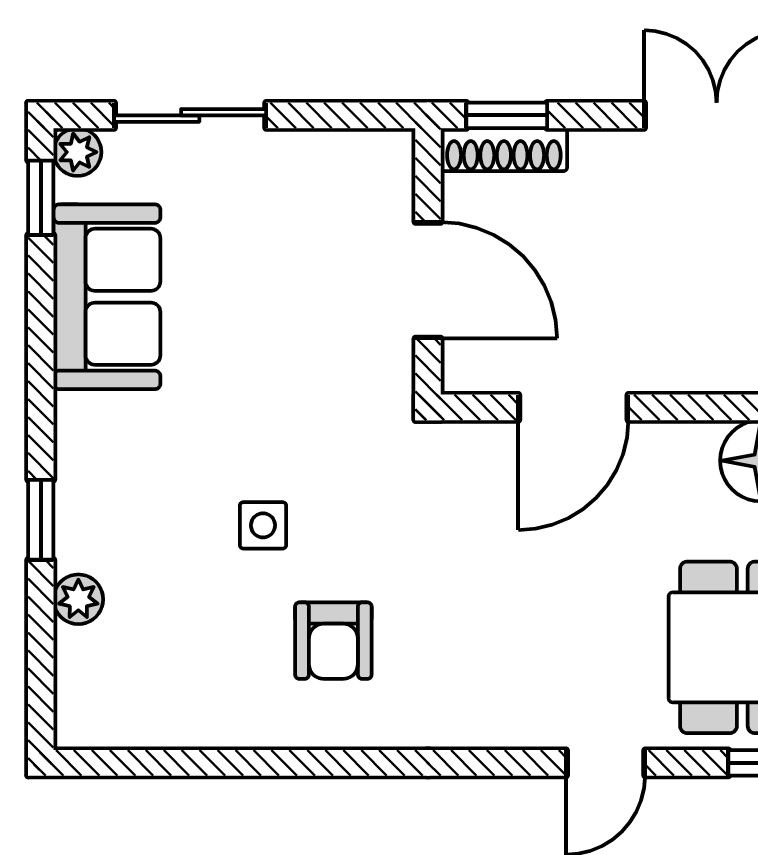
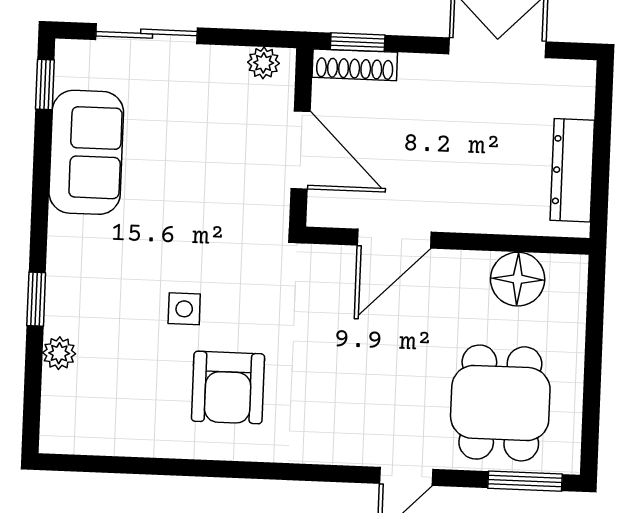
plant: (77, 152) -> (264, 63), moved
armchair: (333, 641) -> (228, 388), width x1.38, depth x1.38

